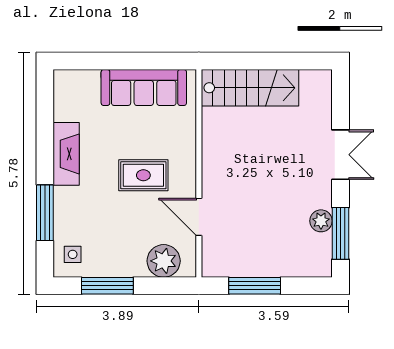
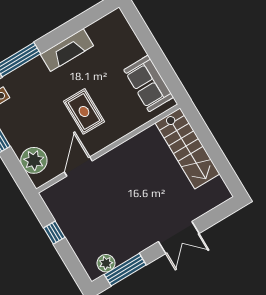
sofa: (144, 88) -> (149, 83), width x0.73
plant: (321, 221) -> (106, 263), moved
window: (255, 286) -> (54, 233), width x0.46

